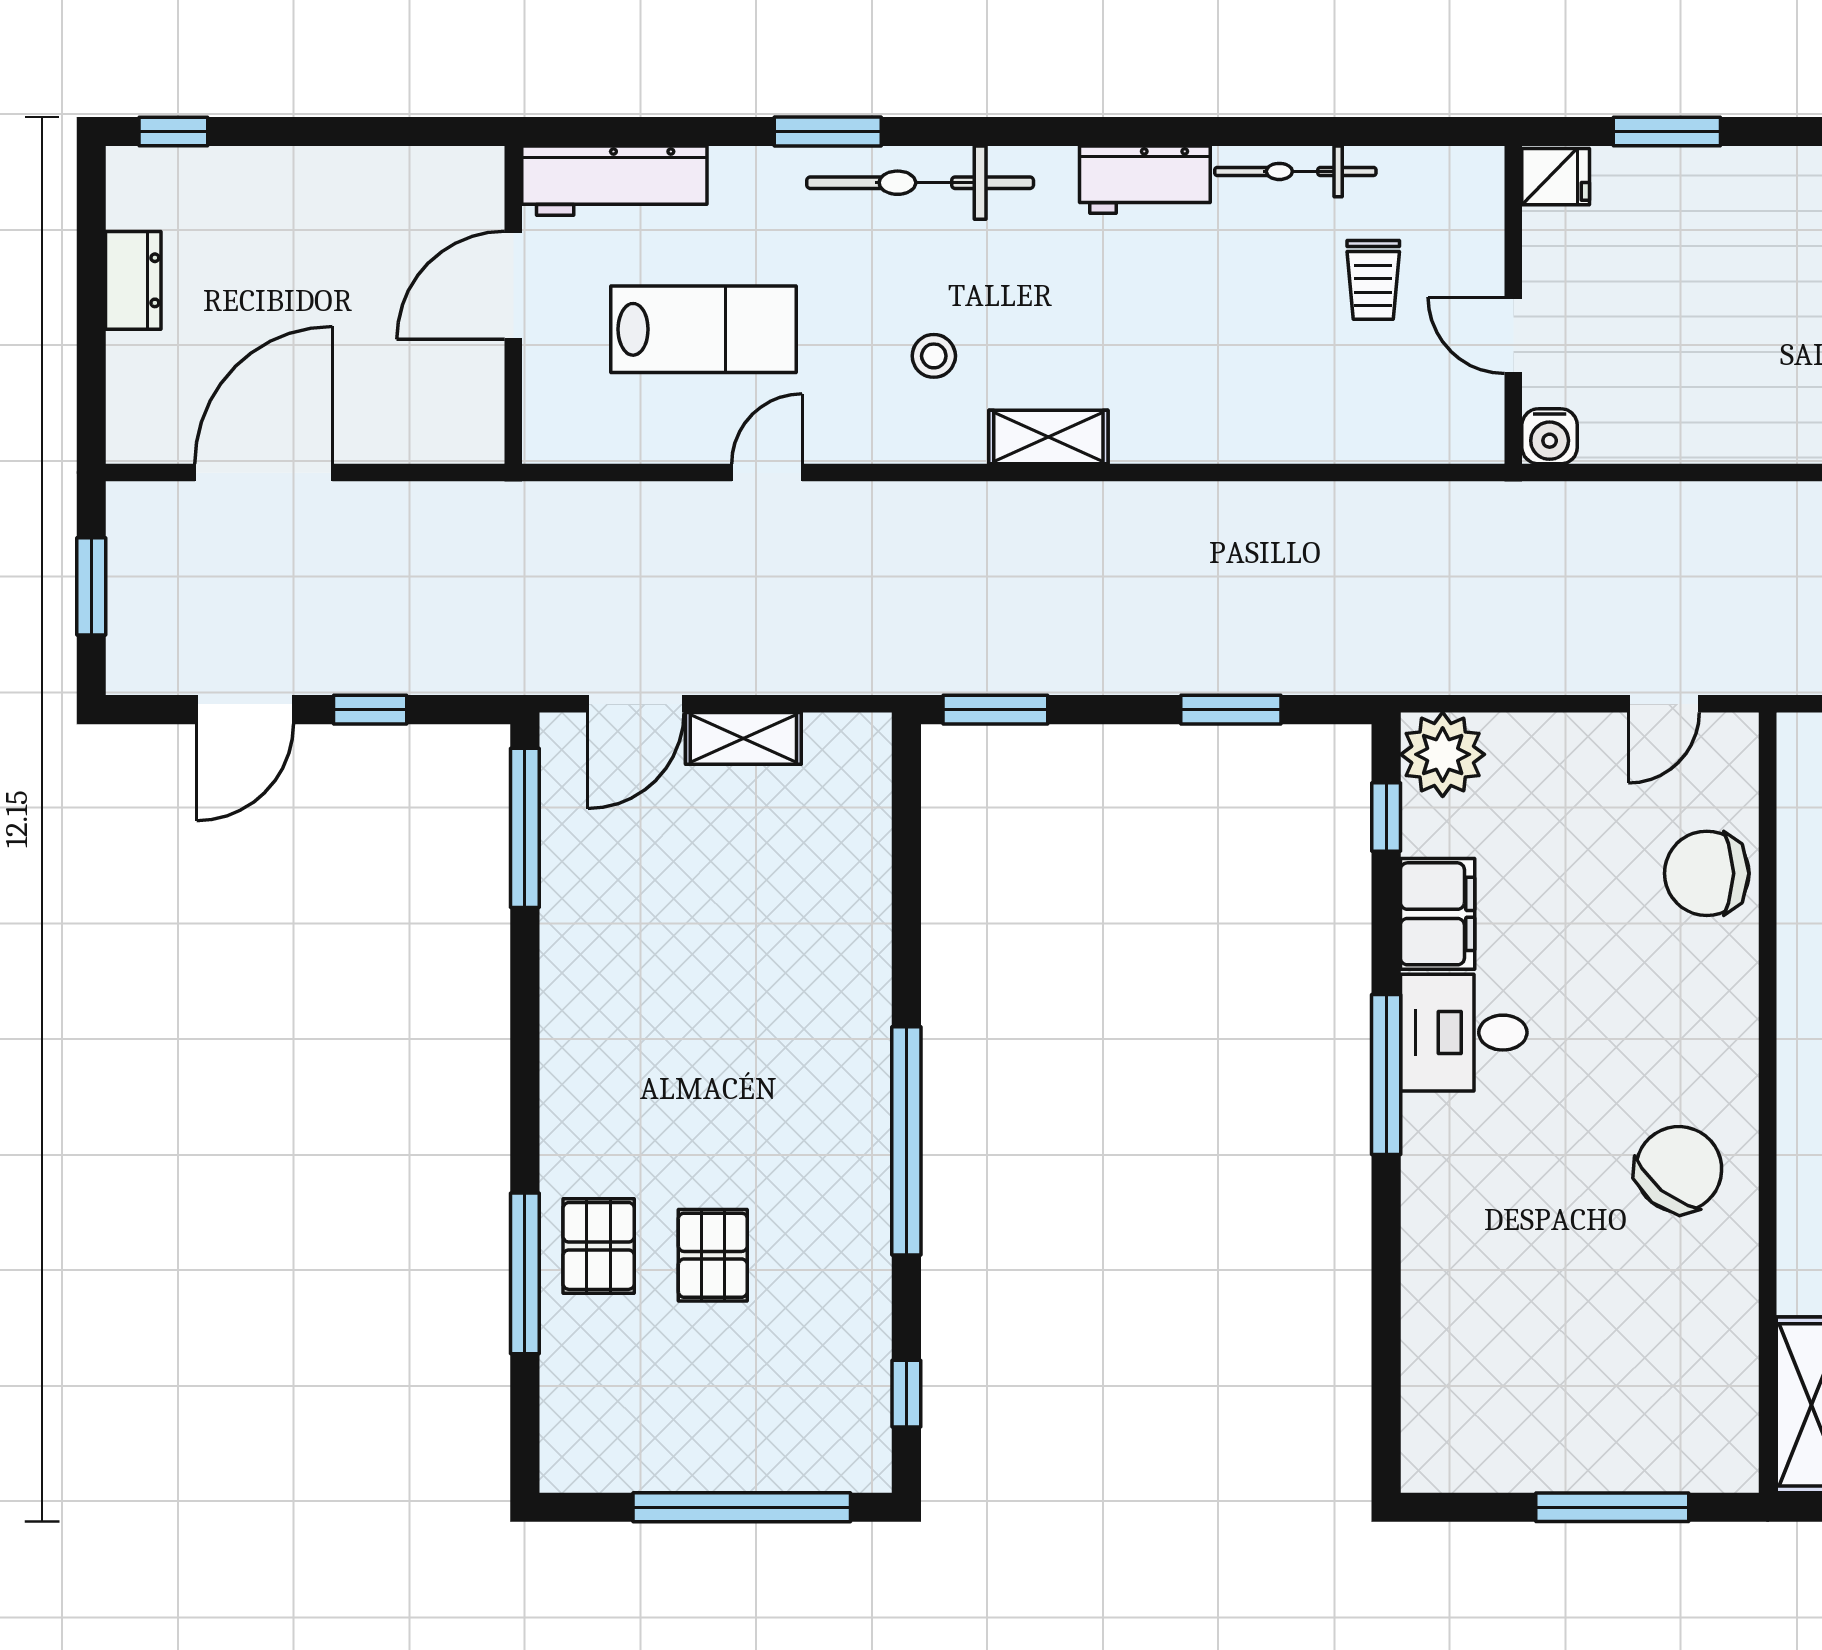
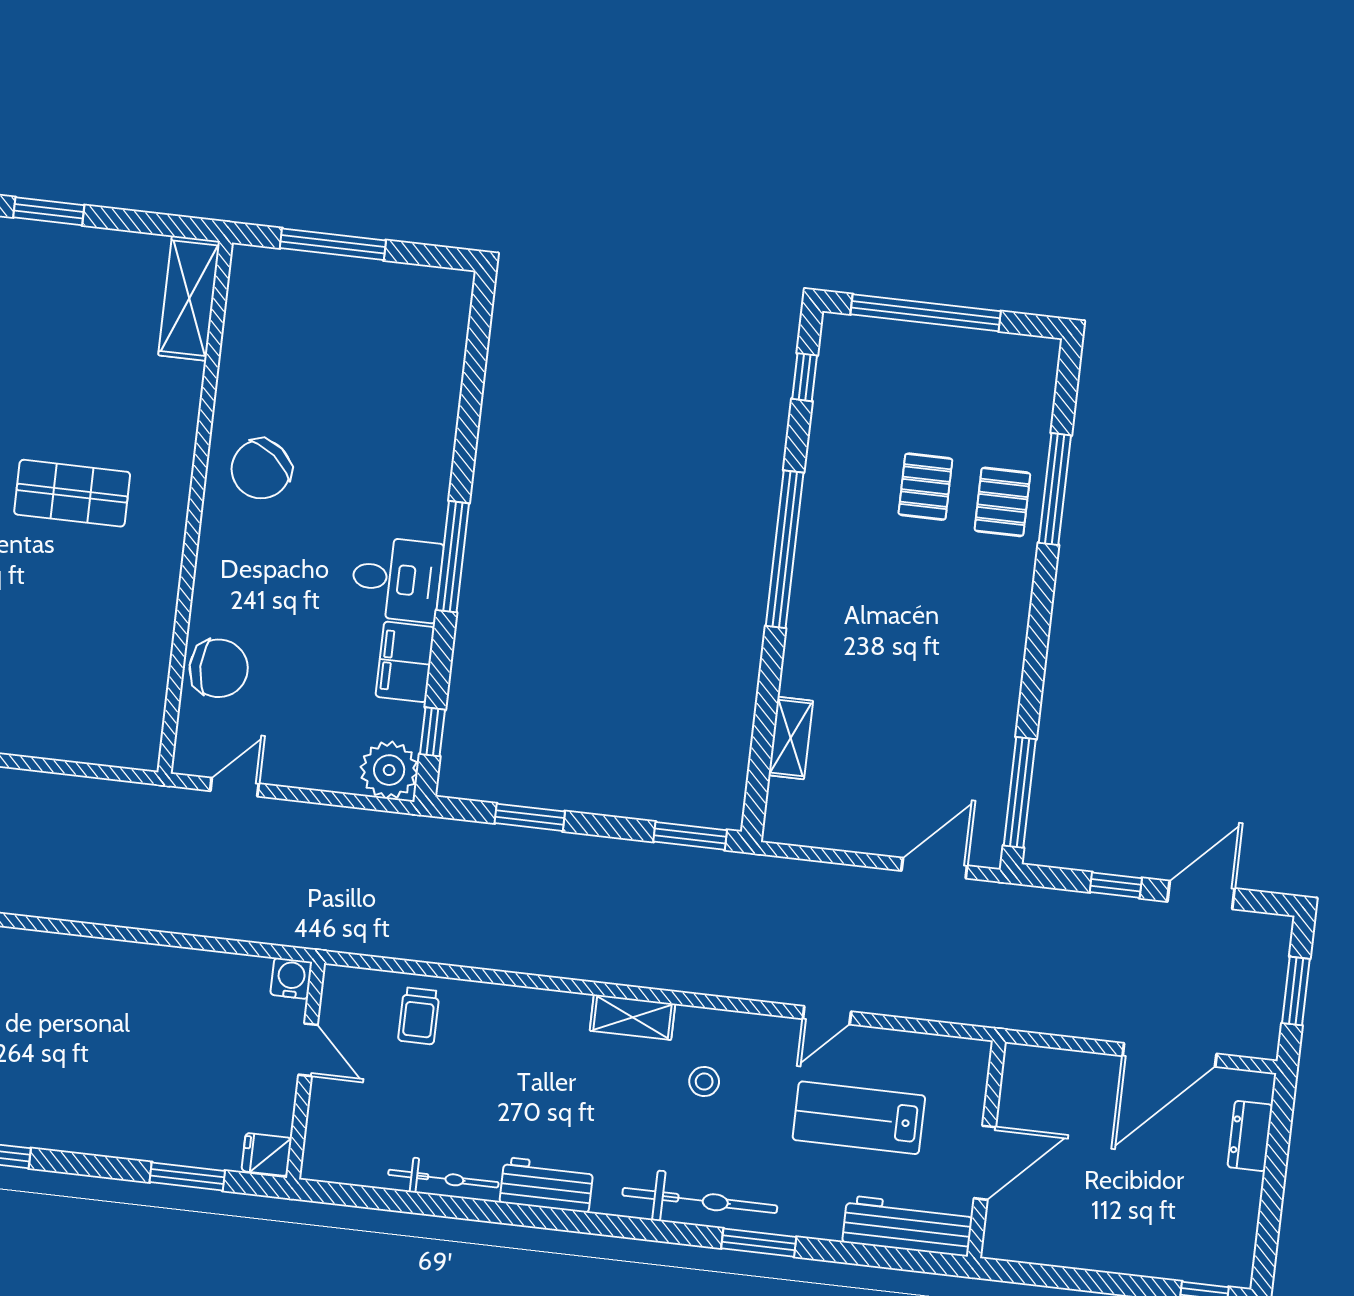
dresser: (133, 280) -> (1250, 1136), moved
trolley: (1373, 280) -> (419, 1016), moved, turned 180
shelving: (743, 738) -> (791, 738), moved, turned 90

